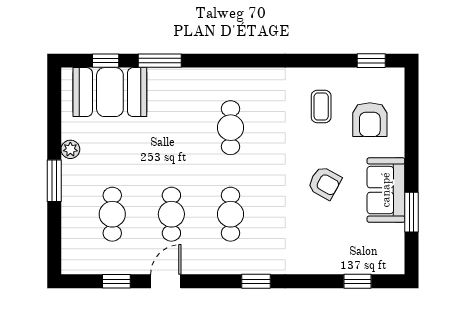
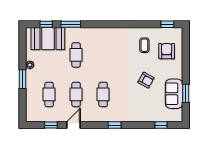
armchair: (370, 120) -> (167, 51), turned 180
cafe table: (231, 128) -> (76, 55), moved
sofa: (386, 190) -> (174, 94), moved

